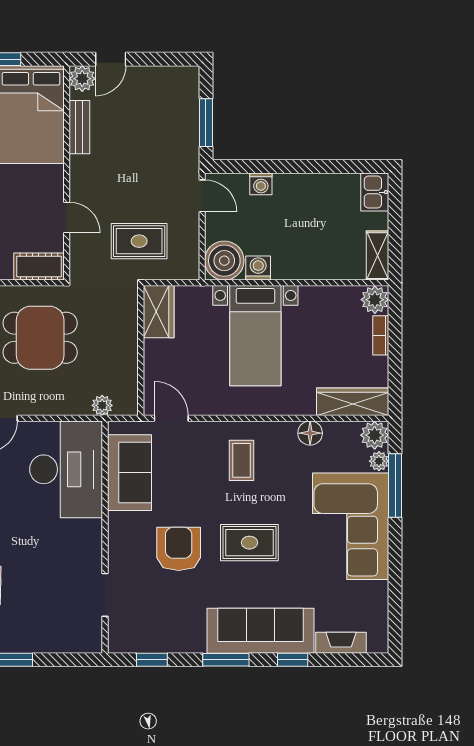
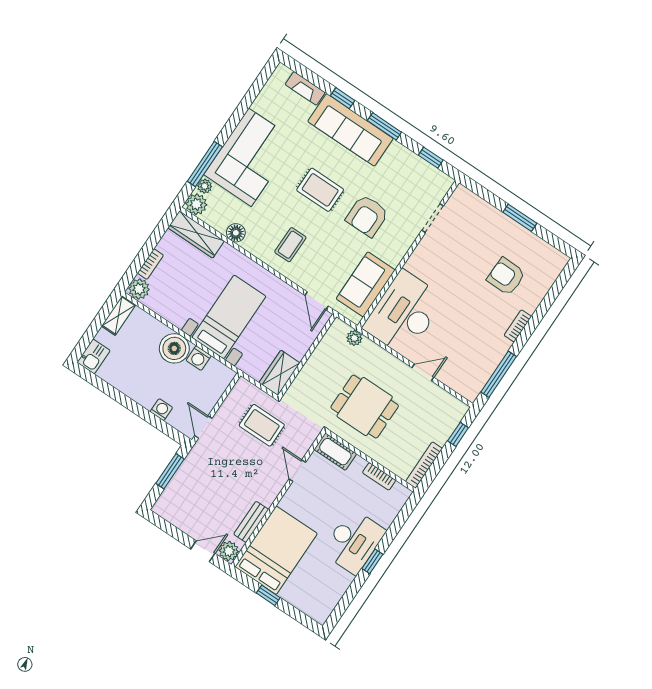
boiler: (224, 261) -> (174, 348), moved

